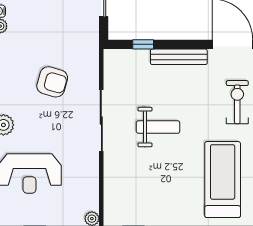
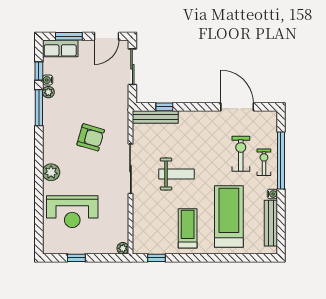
bench: (179, 57) -> (155, 117), moved
treadmill: (172, 194) -> (188, 228), added

